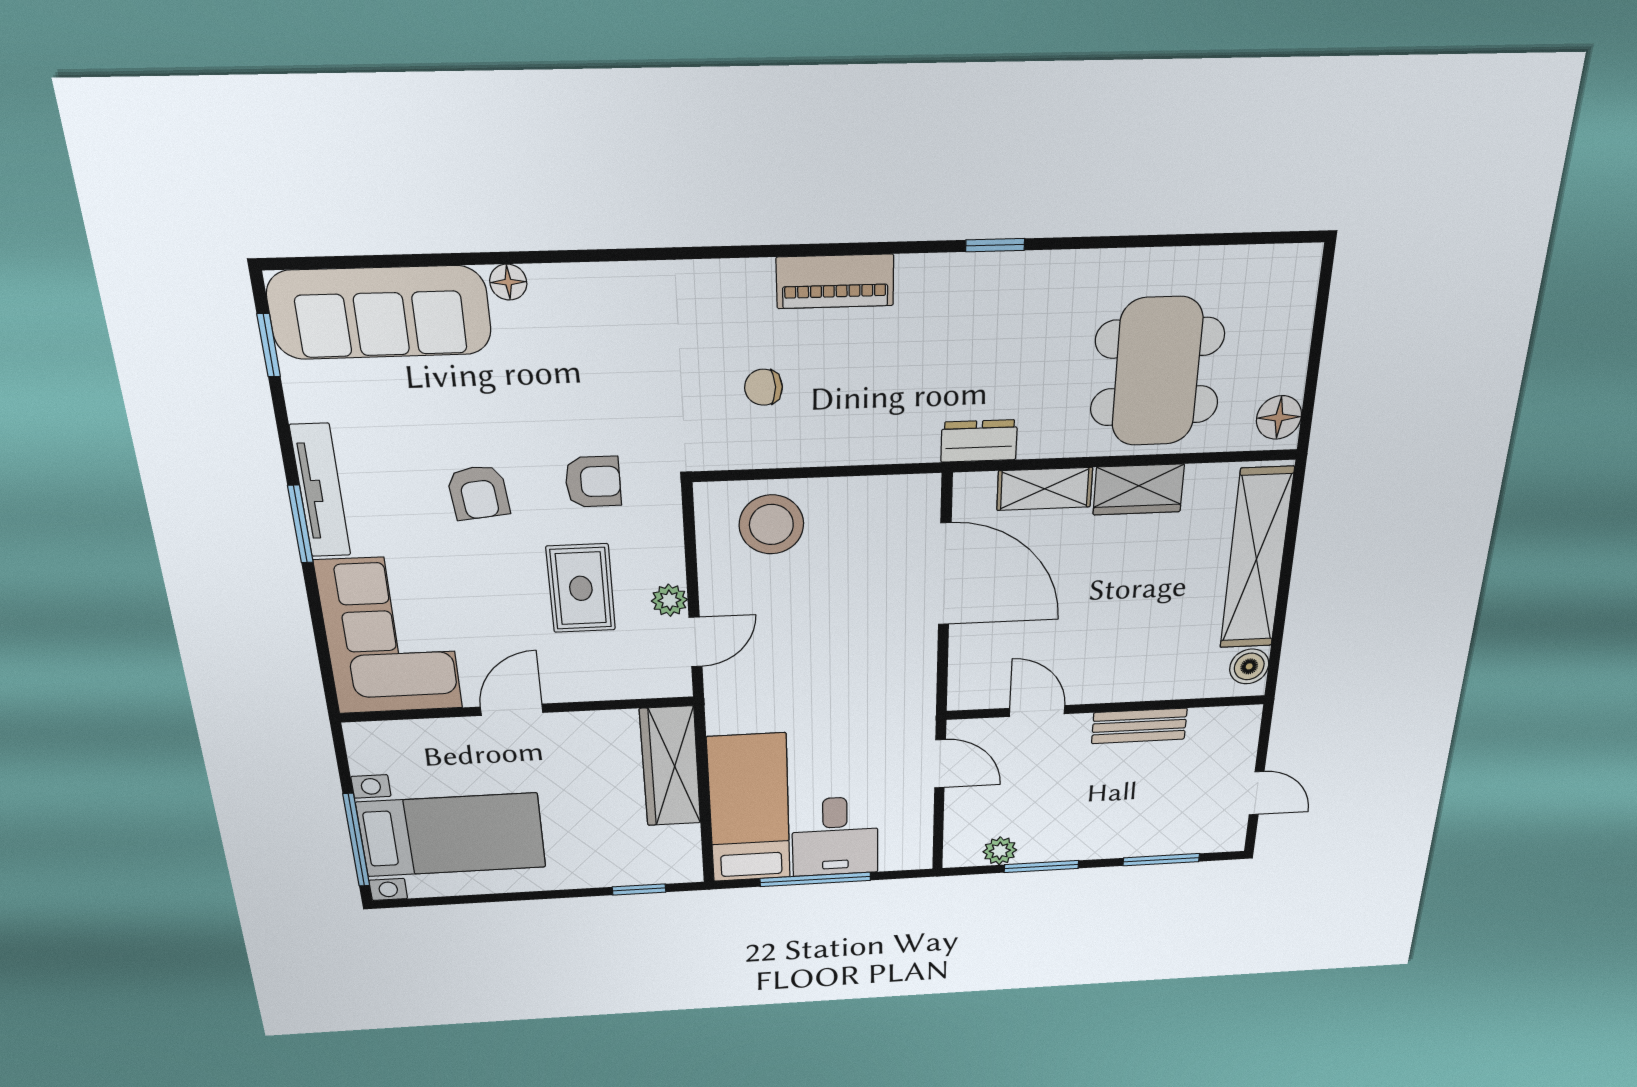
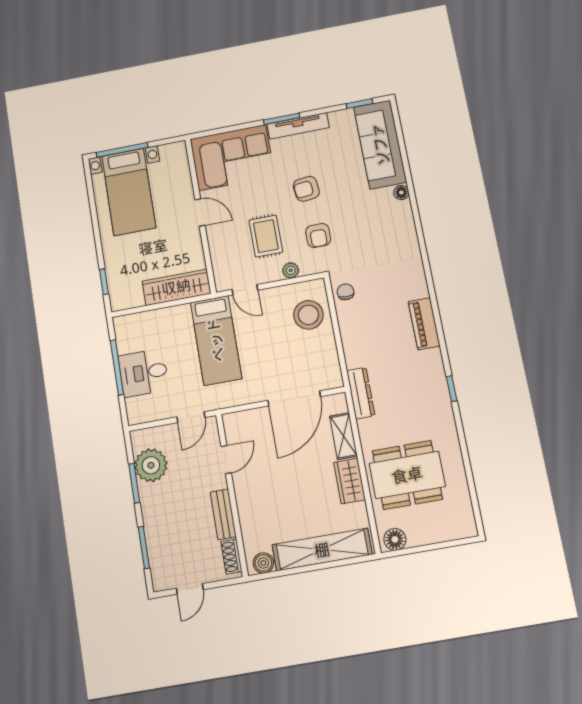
chair: (763, 387) -> (346, 292), moved
dresser: (979, 441) -> (361, 393), width x1.44
rug: (581, 588) -> (266, 236), turned 90
plant: (669, 600) -> (291, 270), moved
shoe rack: (1221, 720) -> (231, 557), added
bed: (749, 808) -> (216, 340), moved, turned 90
plant: (1000, 851) -> (151, 465), width x1.87, depth x1.87

